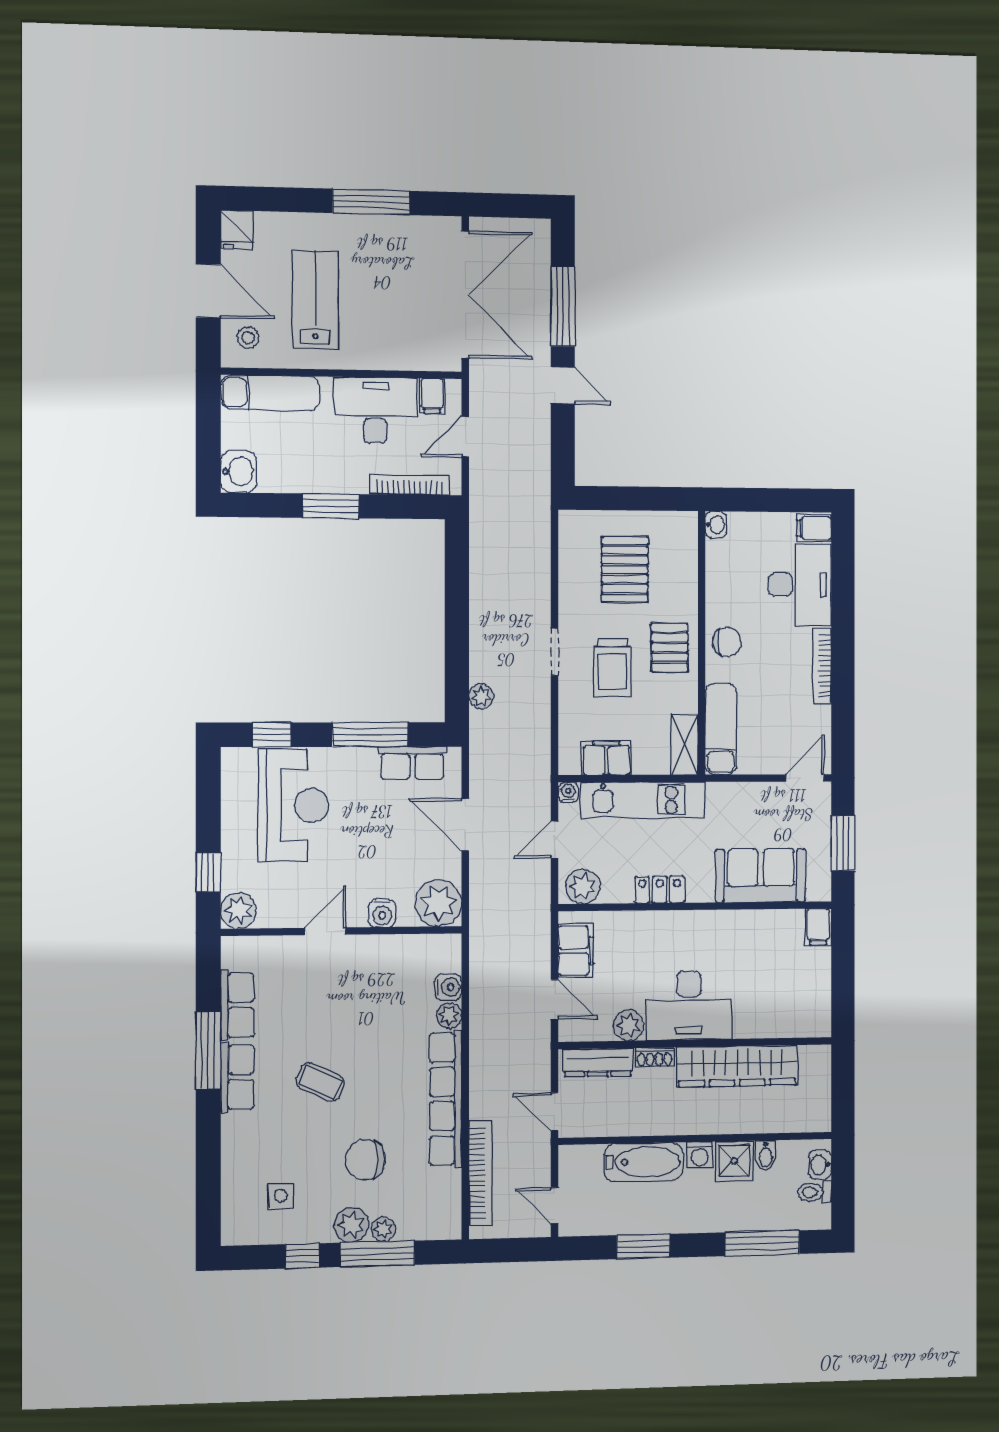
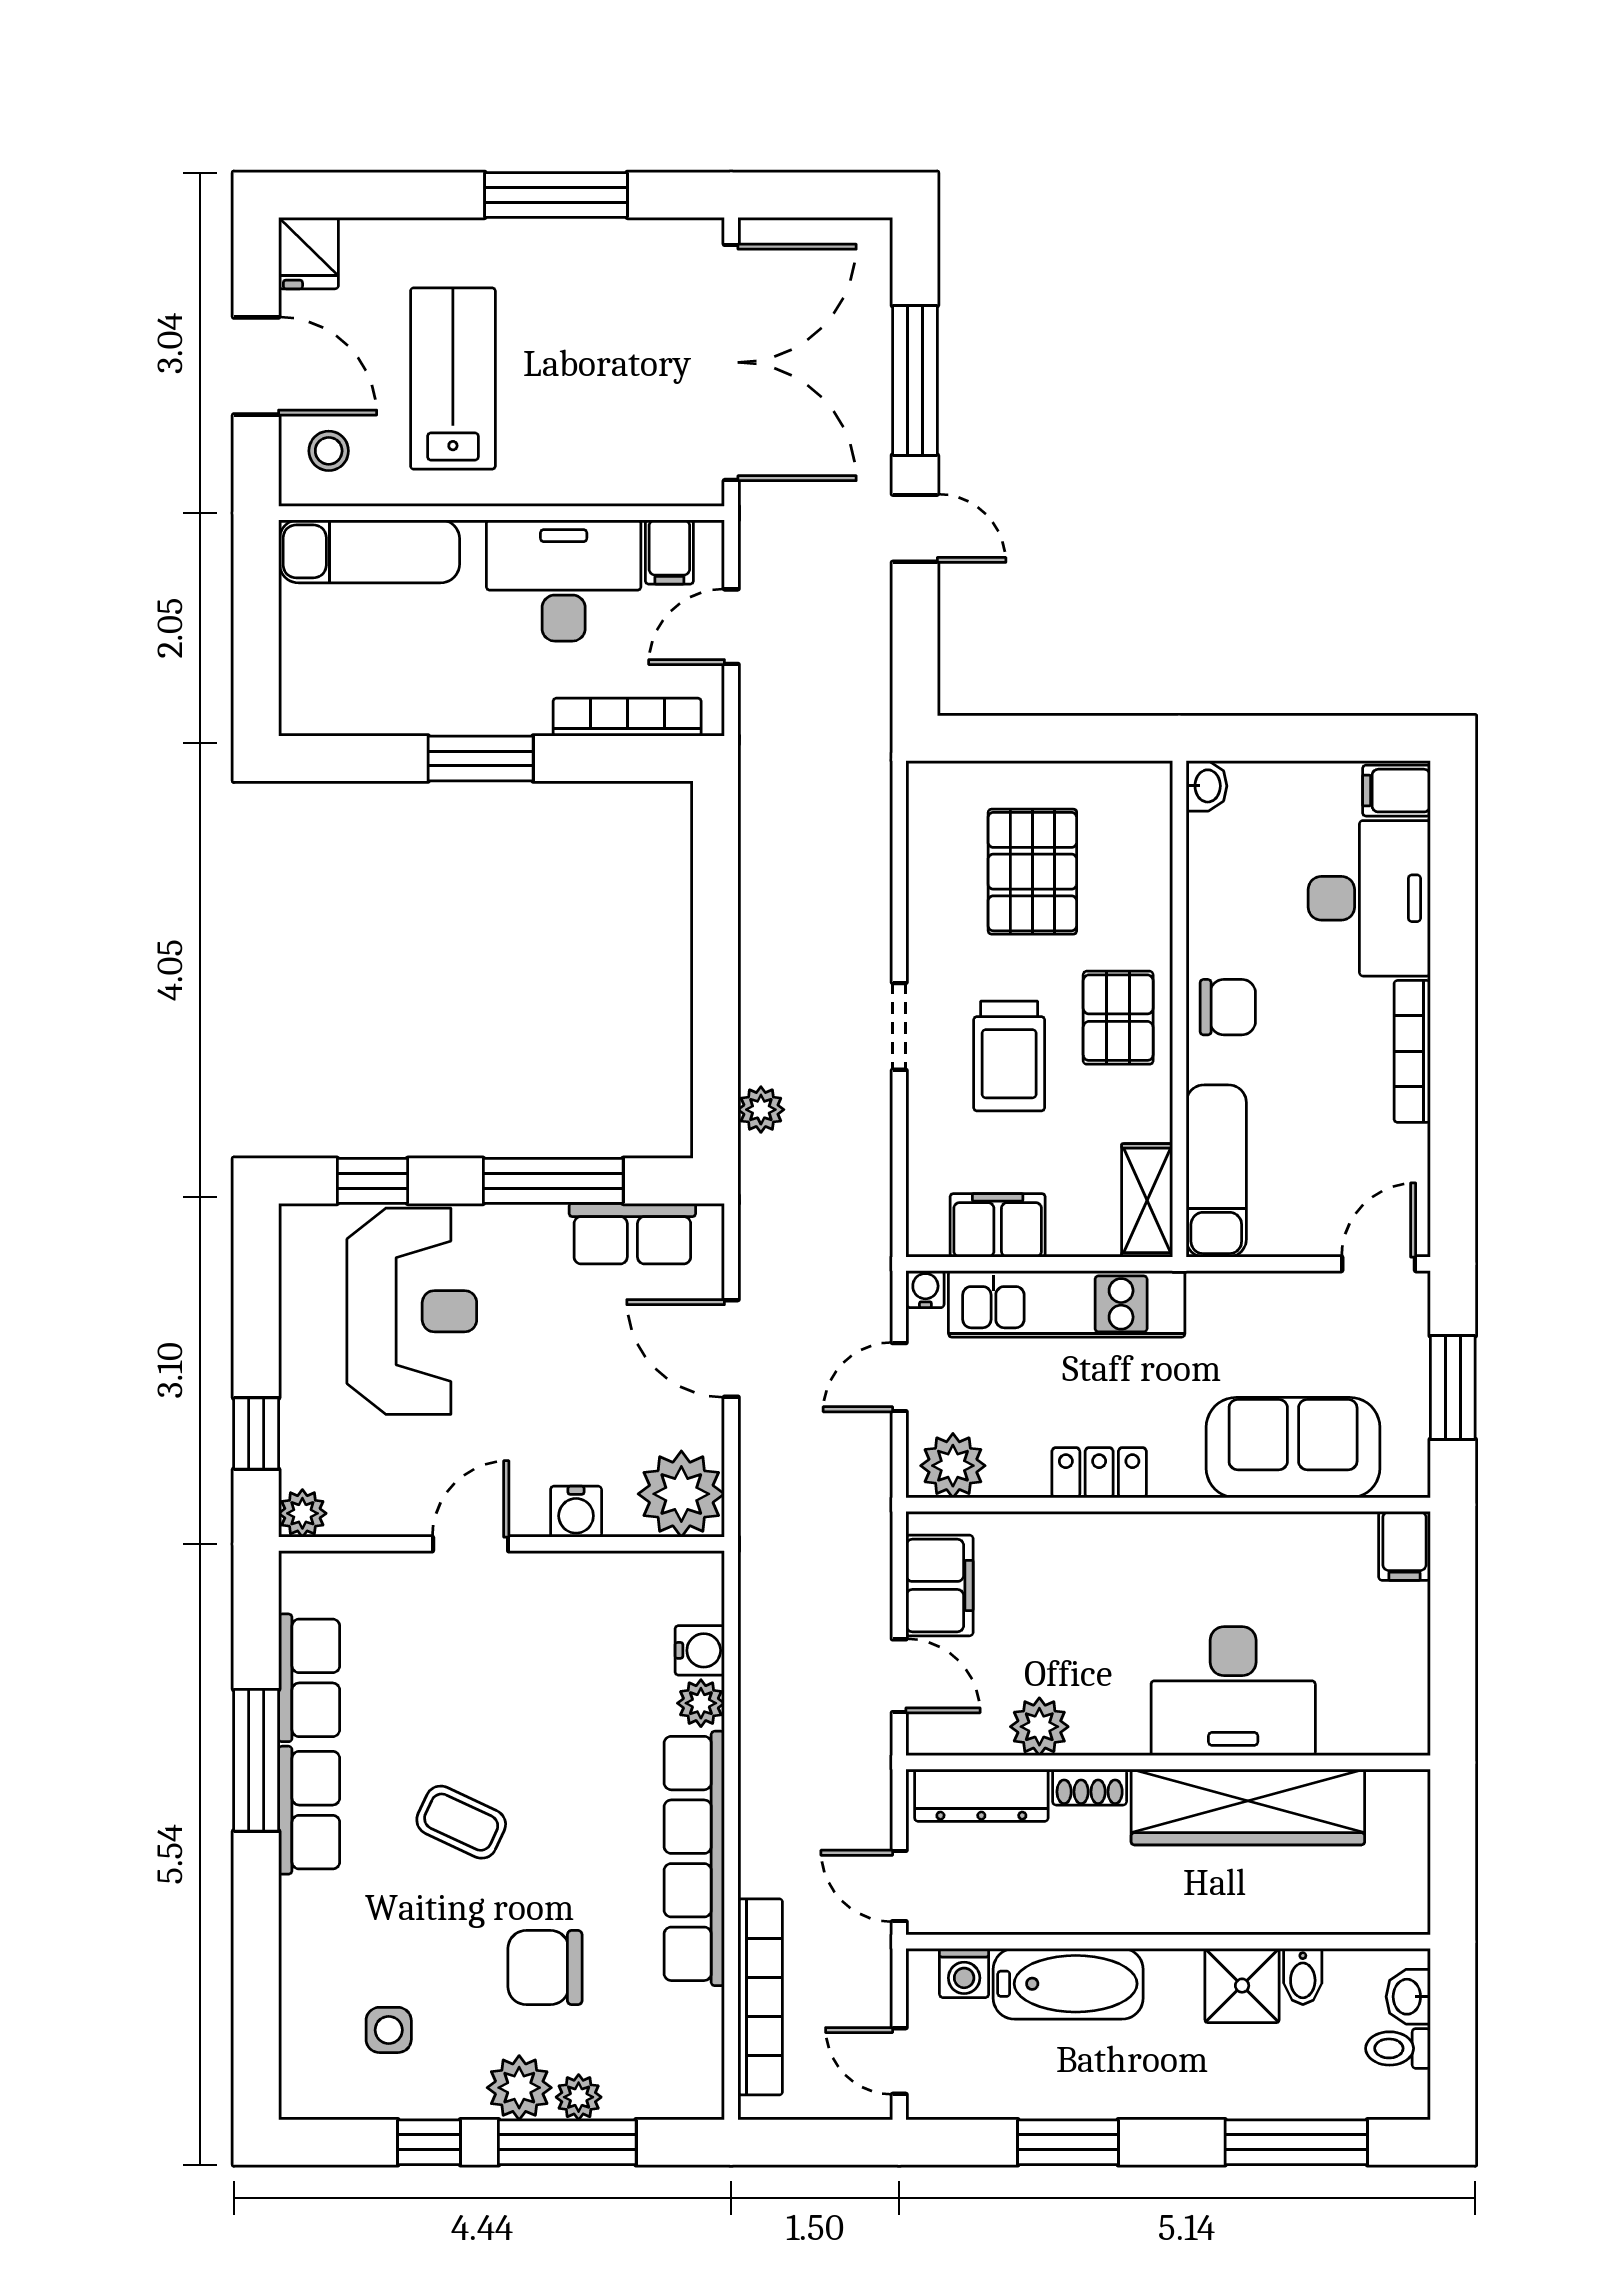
washbasin: (239, 472) -> (311, 697), removed
plant: (239, 911) -> (302, 1513), width x0.73, depth x0.73
desk: (689, 1005) -> (1233, 1691), moved
washing machine: (700, 1155) -> (964, 1973), moved

